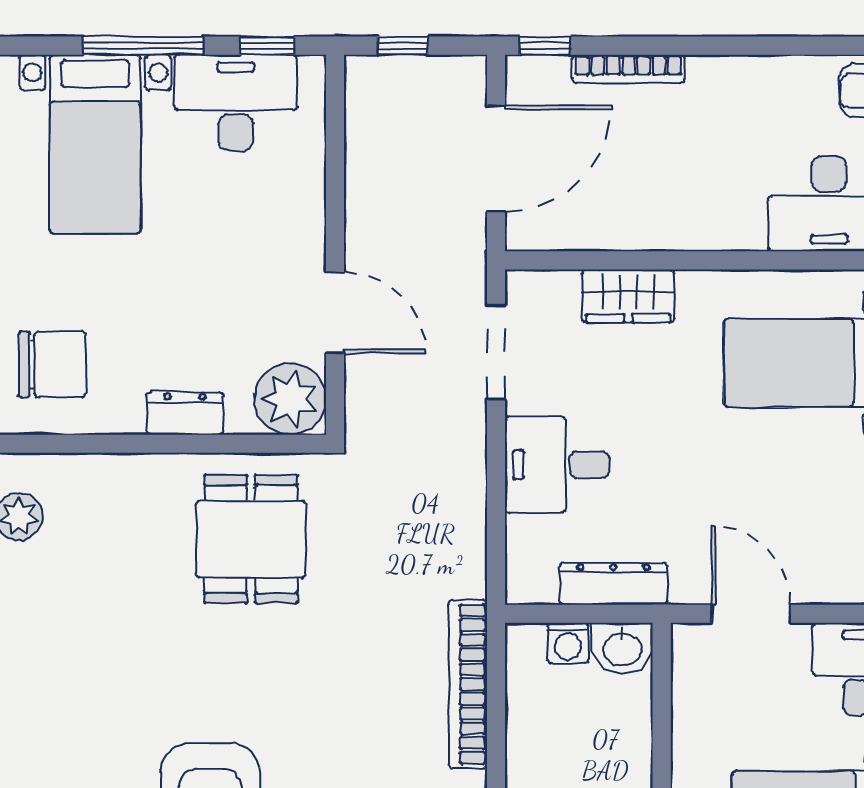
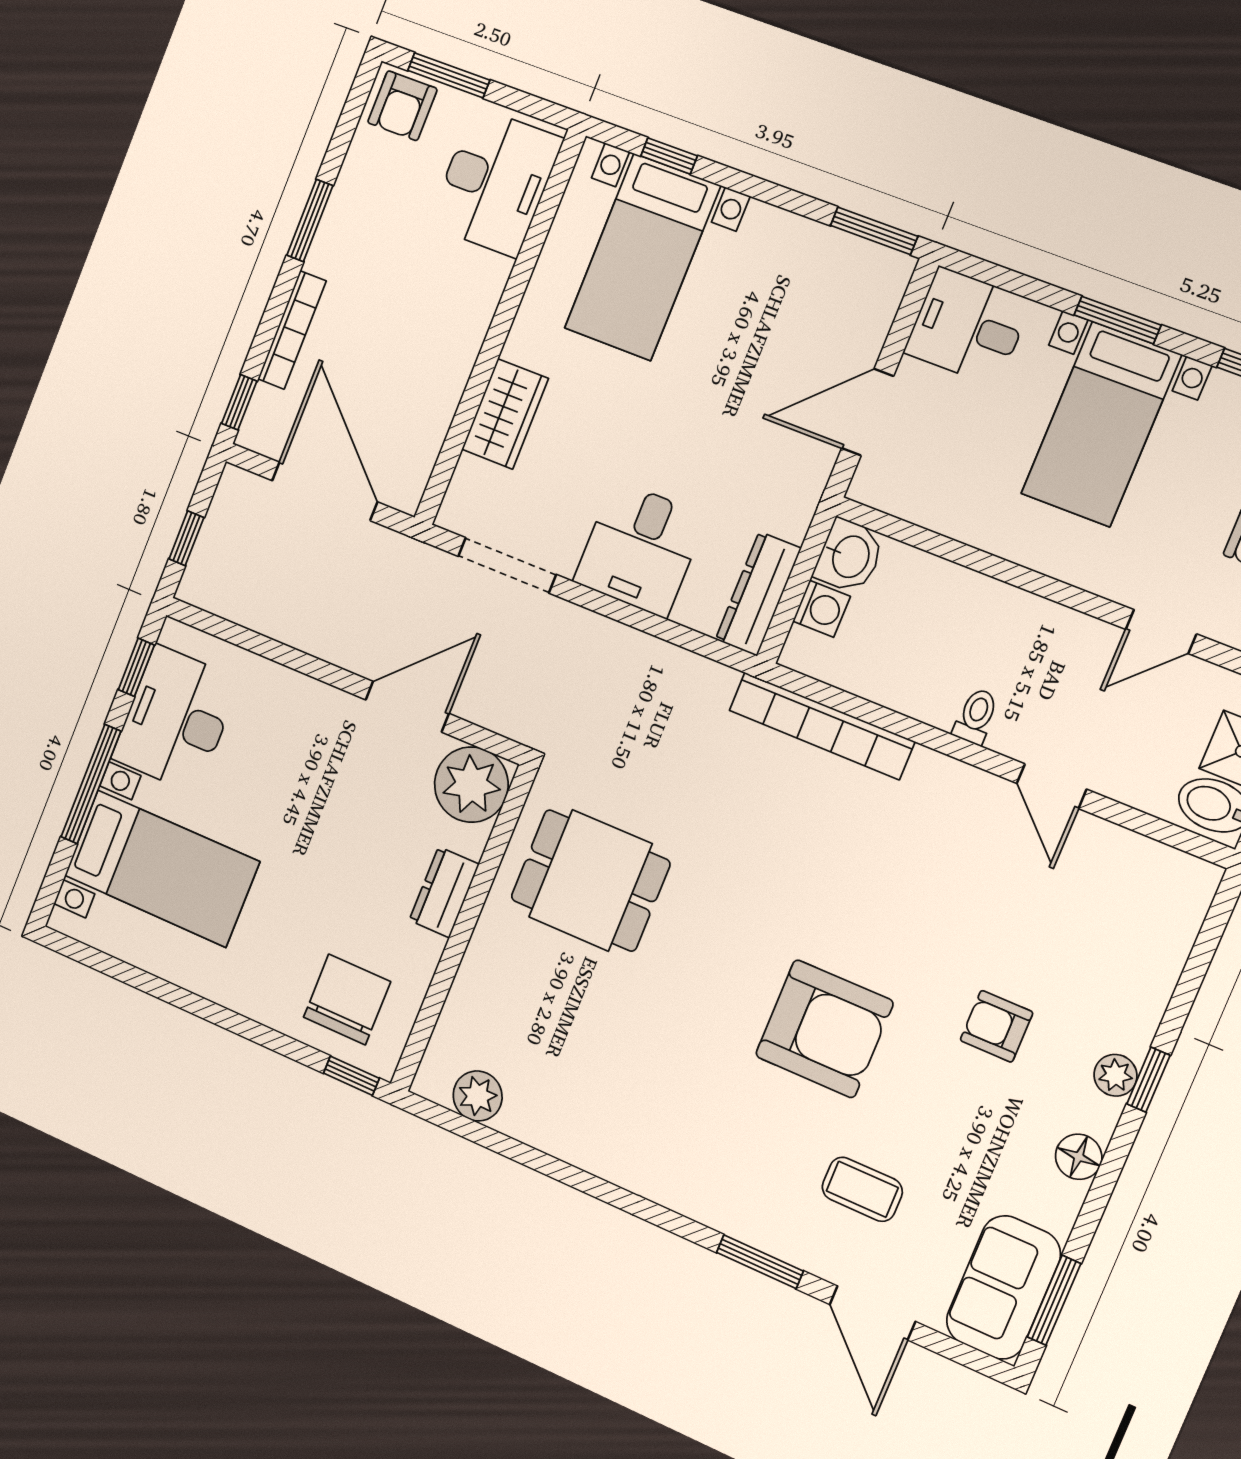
window: (733, 46) -> (310, 220), added
dresser: (613, 584) -> (758, 594), moved

